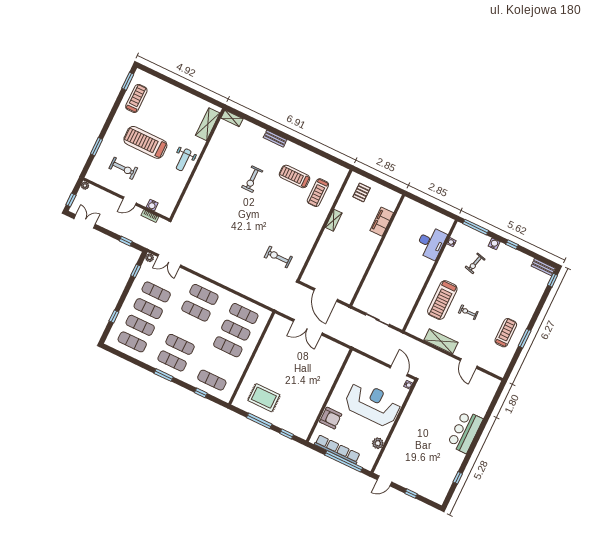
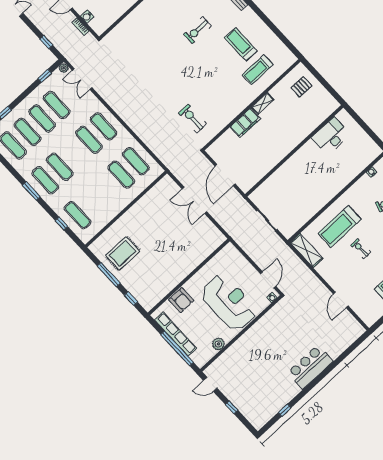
filing cabinet: (382, 222) -> (245, 123), moved, turned 180
desk: (431, 243) -> (331, 136), moved, turned 180
shelving: (441, 341) -> (307, 250), moved
exercise mat: (228, 347) -> (107, 188), removed
rug: (264, 398) -> (123, 253), turned 90

